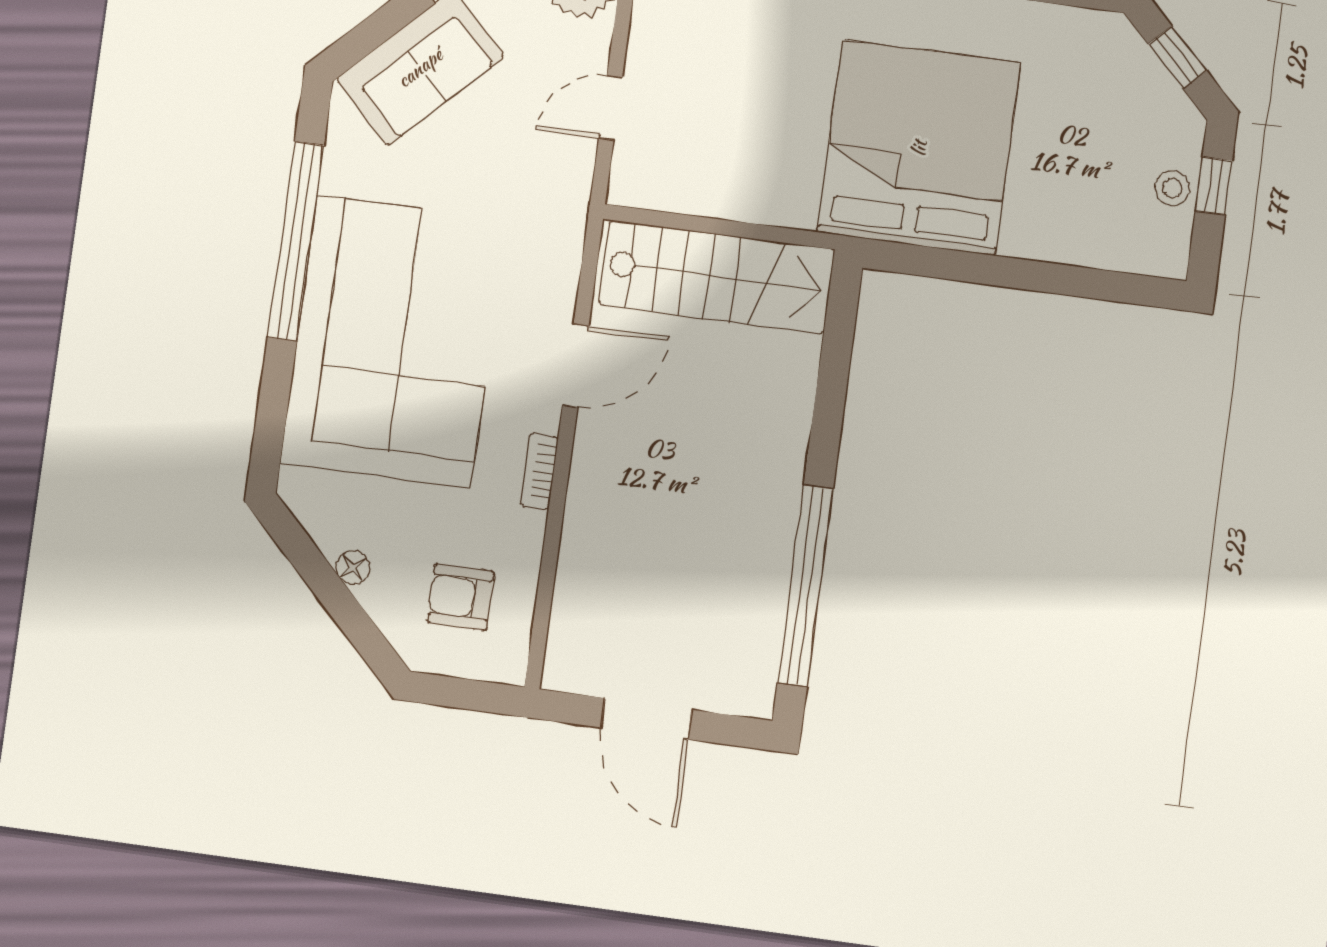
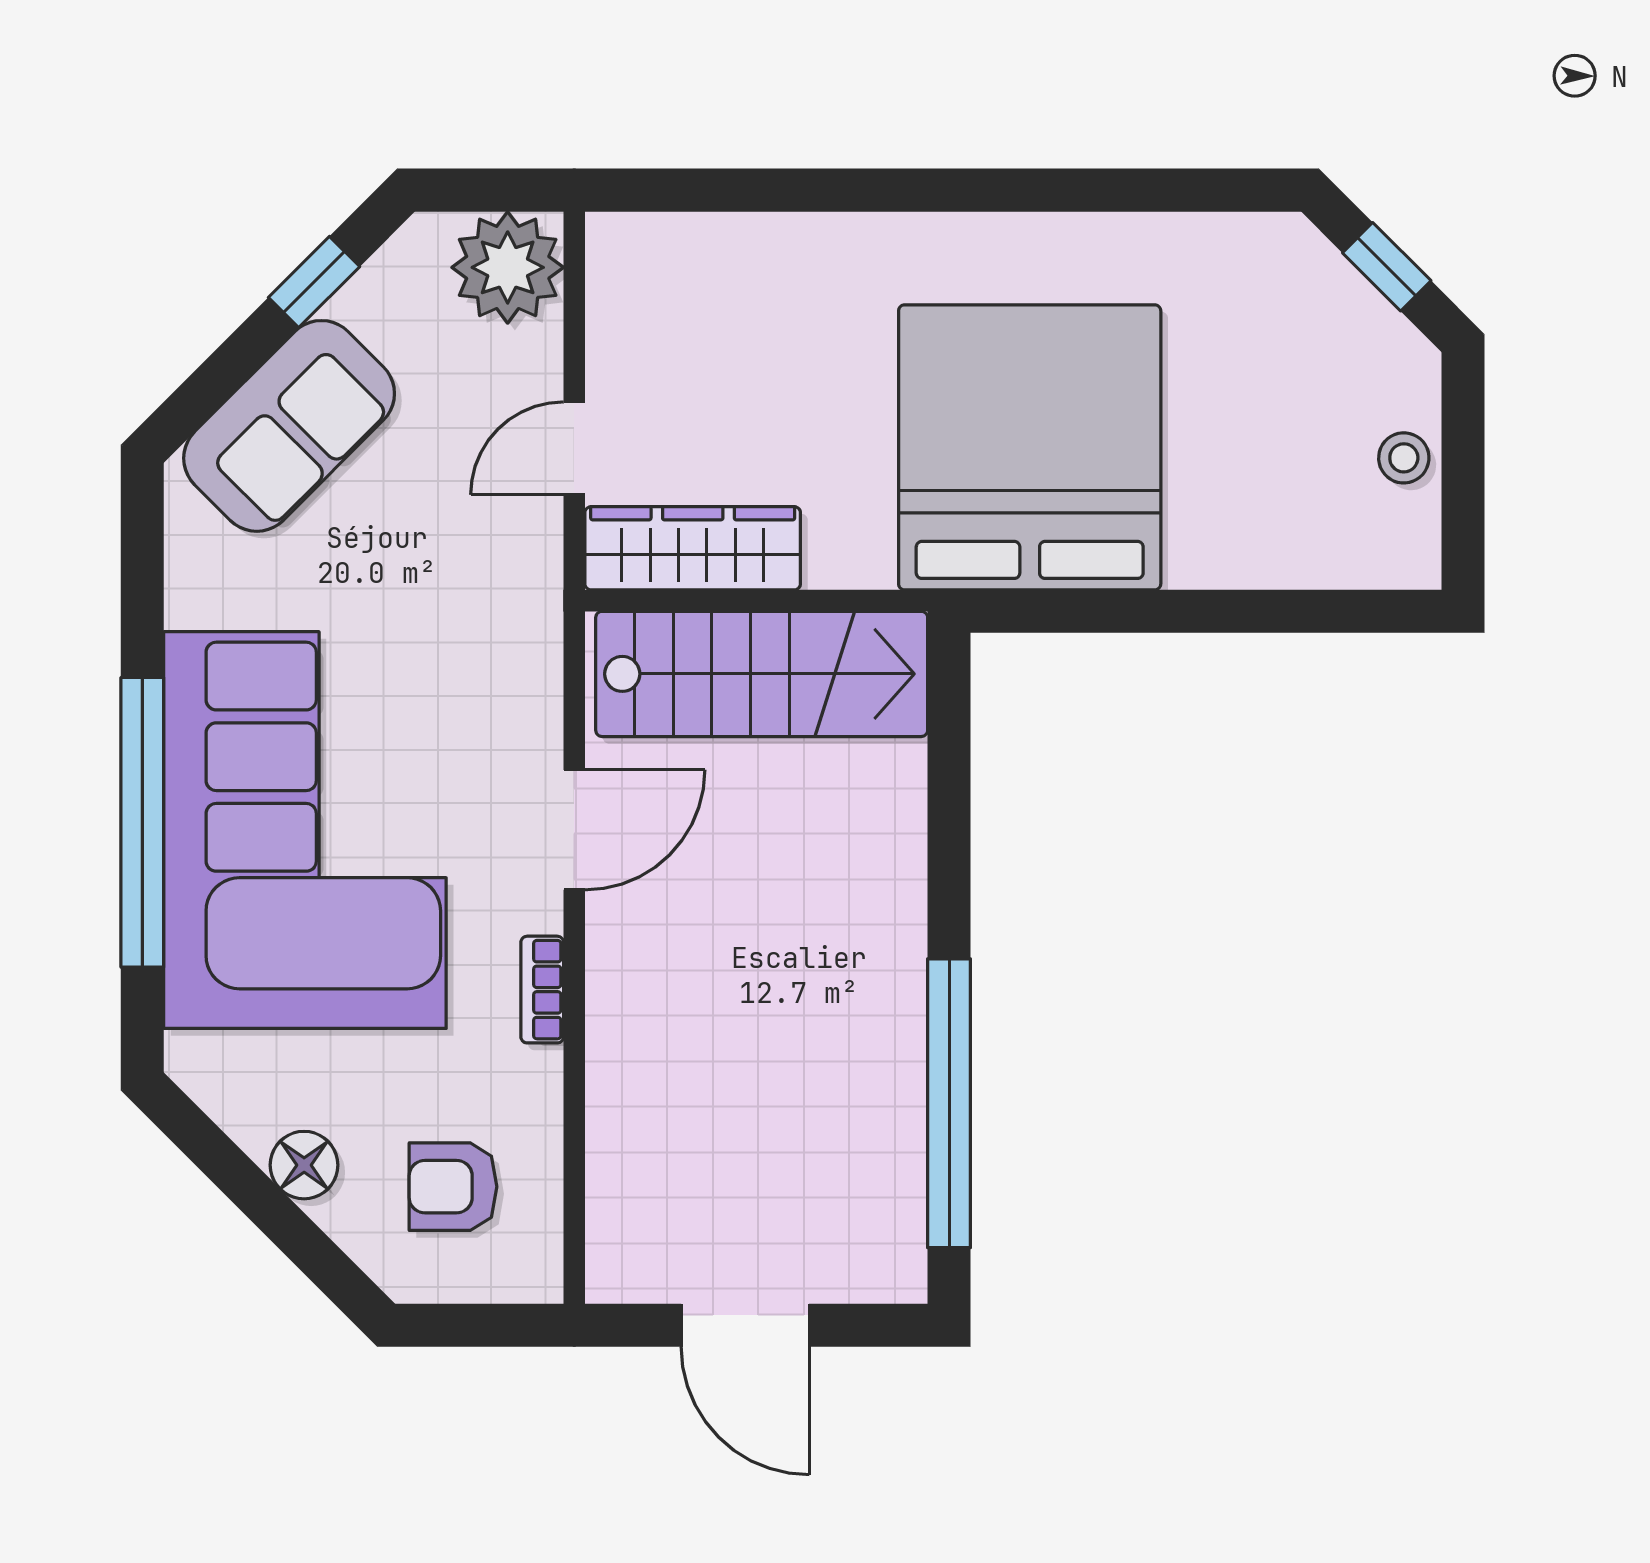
wardrobe: (681, 186) -> (693, 548), added
window: (1214, 186) -> (1463, 447), removed
window: (296, 241) -> (142, 822), moved
floor lamp: (353, 568) -> (304, 1165), width x1.37, depth x1.37

